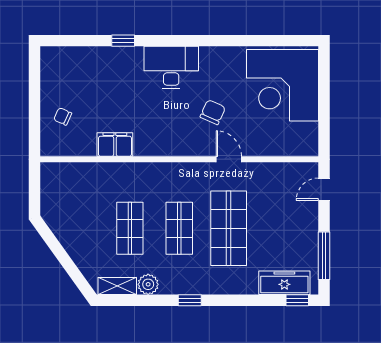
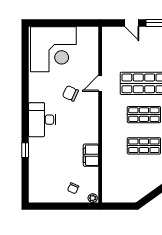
plant: (47, 147) -> (93, 198), added
door: (324, 189) -> (132, 23), moved

